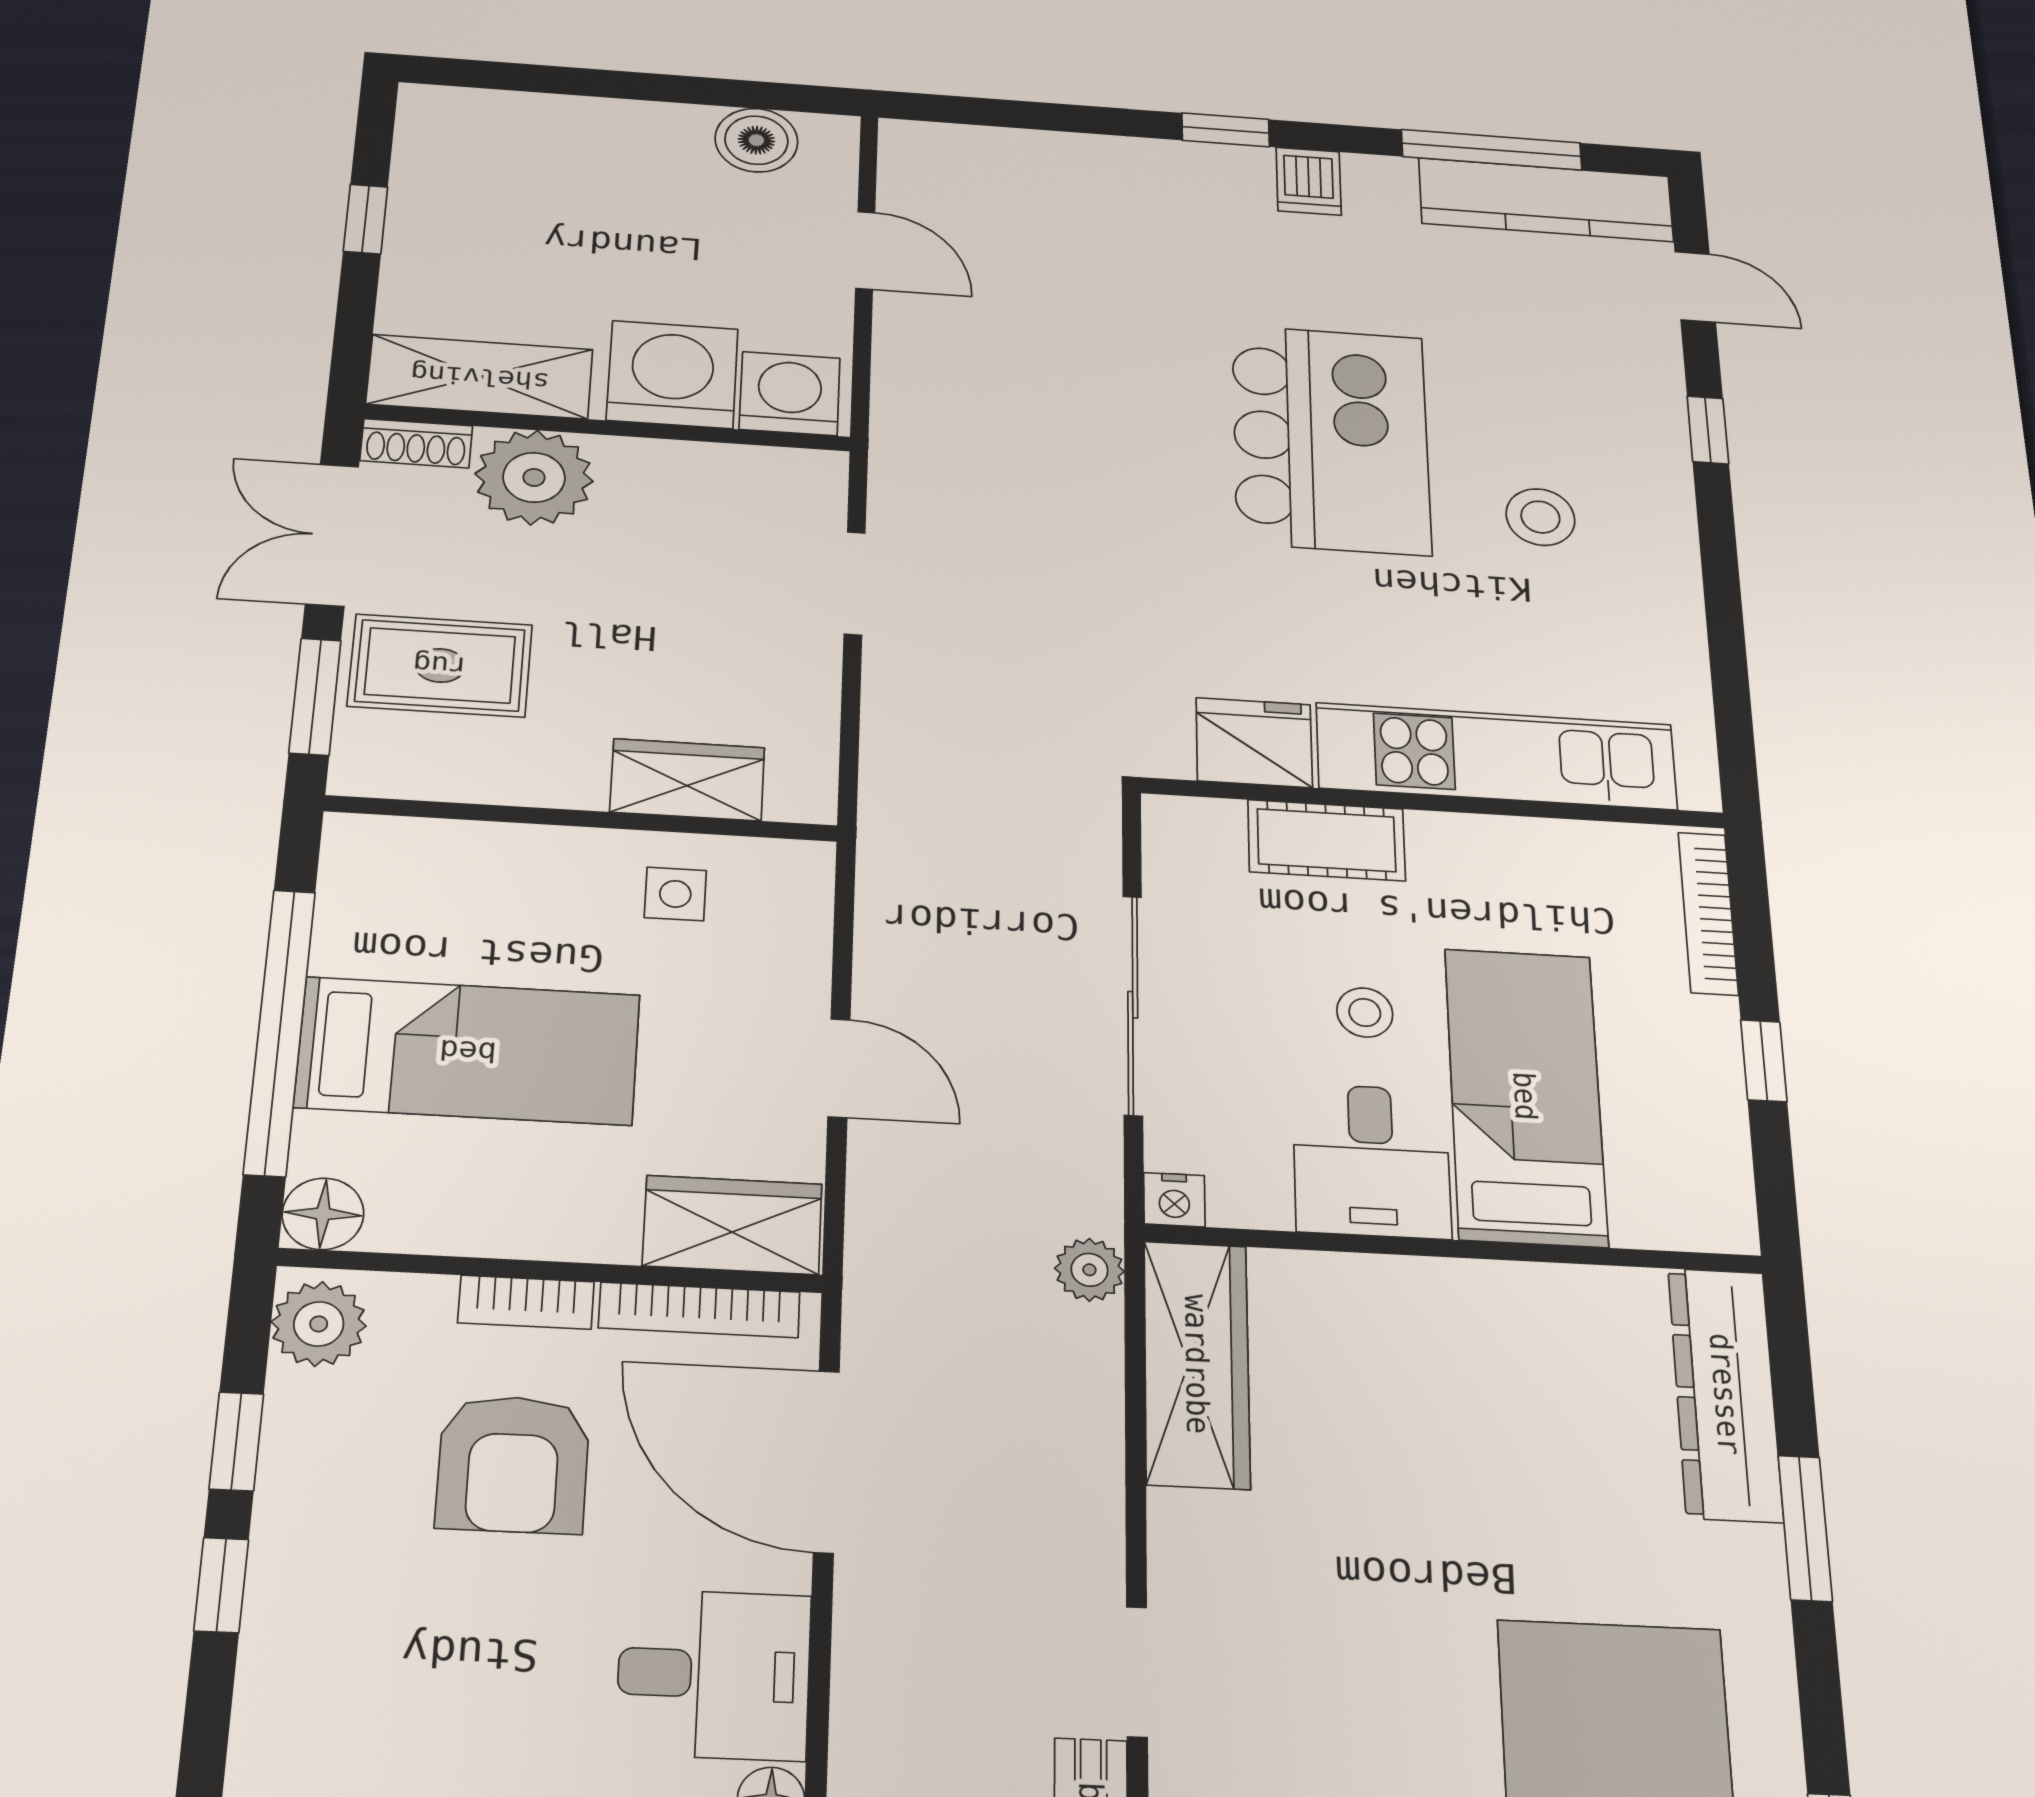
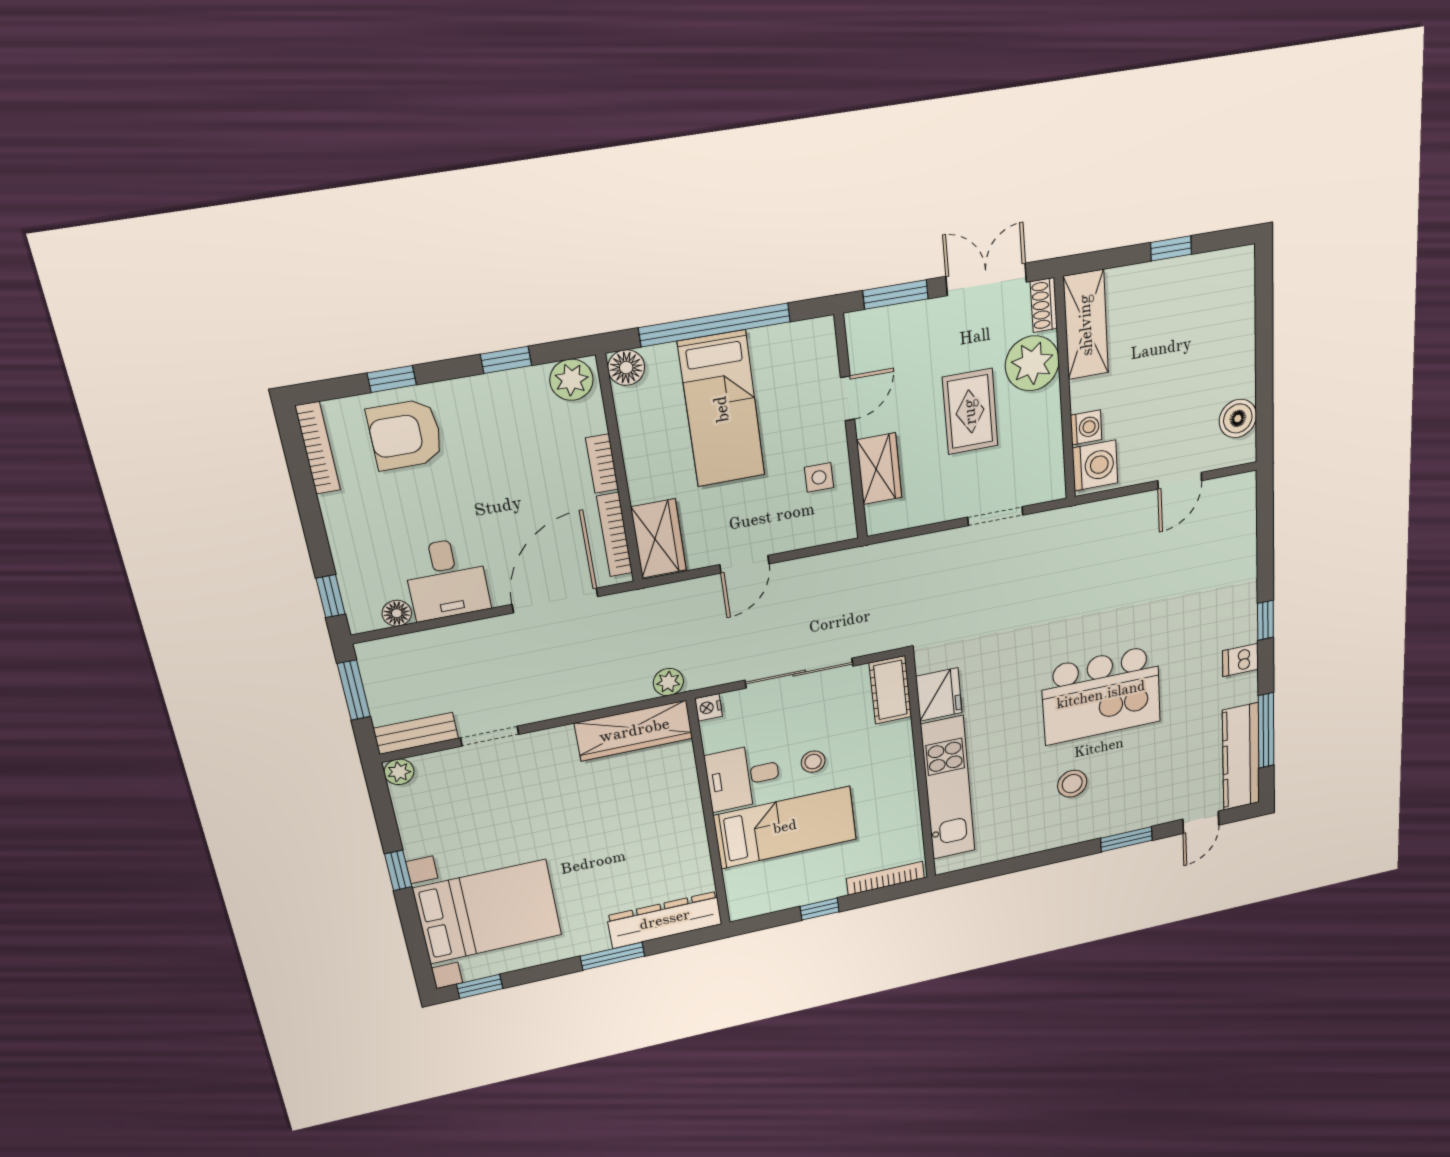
washing machine: (672, 374) -> (1086, 427), width x0.53, depth x0.53
window: (1708, 430) -> (1126, 839), width x1.50
rug: (440, 665) -> (970, 412), moved
door: (513, 814) -> (848, 398), added
cot: (1327, 840) -> (890, 690), moved
armchair: (513, 1464) -> (405, 435), moved
window: (221, 1585) -> (392, 379), moved

